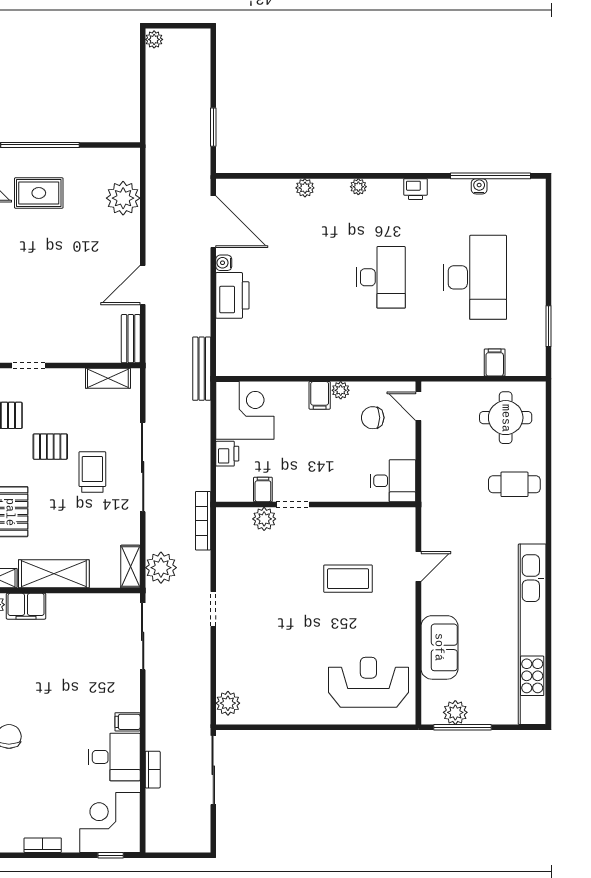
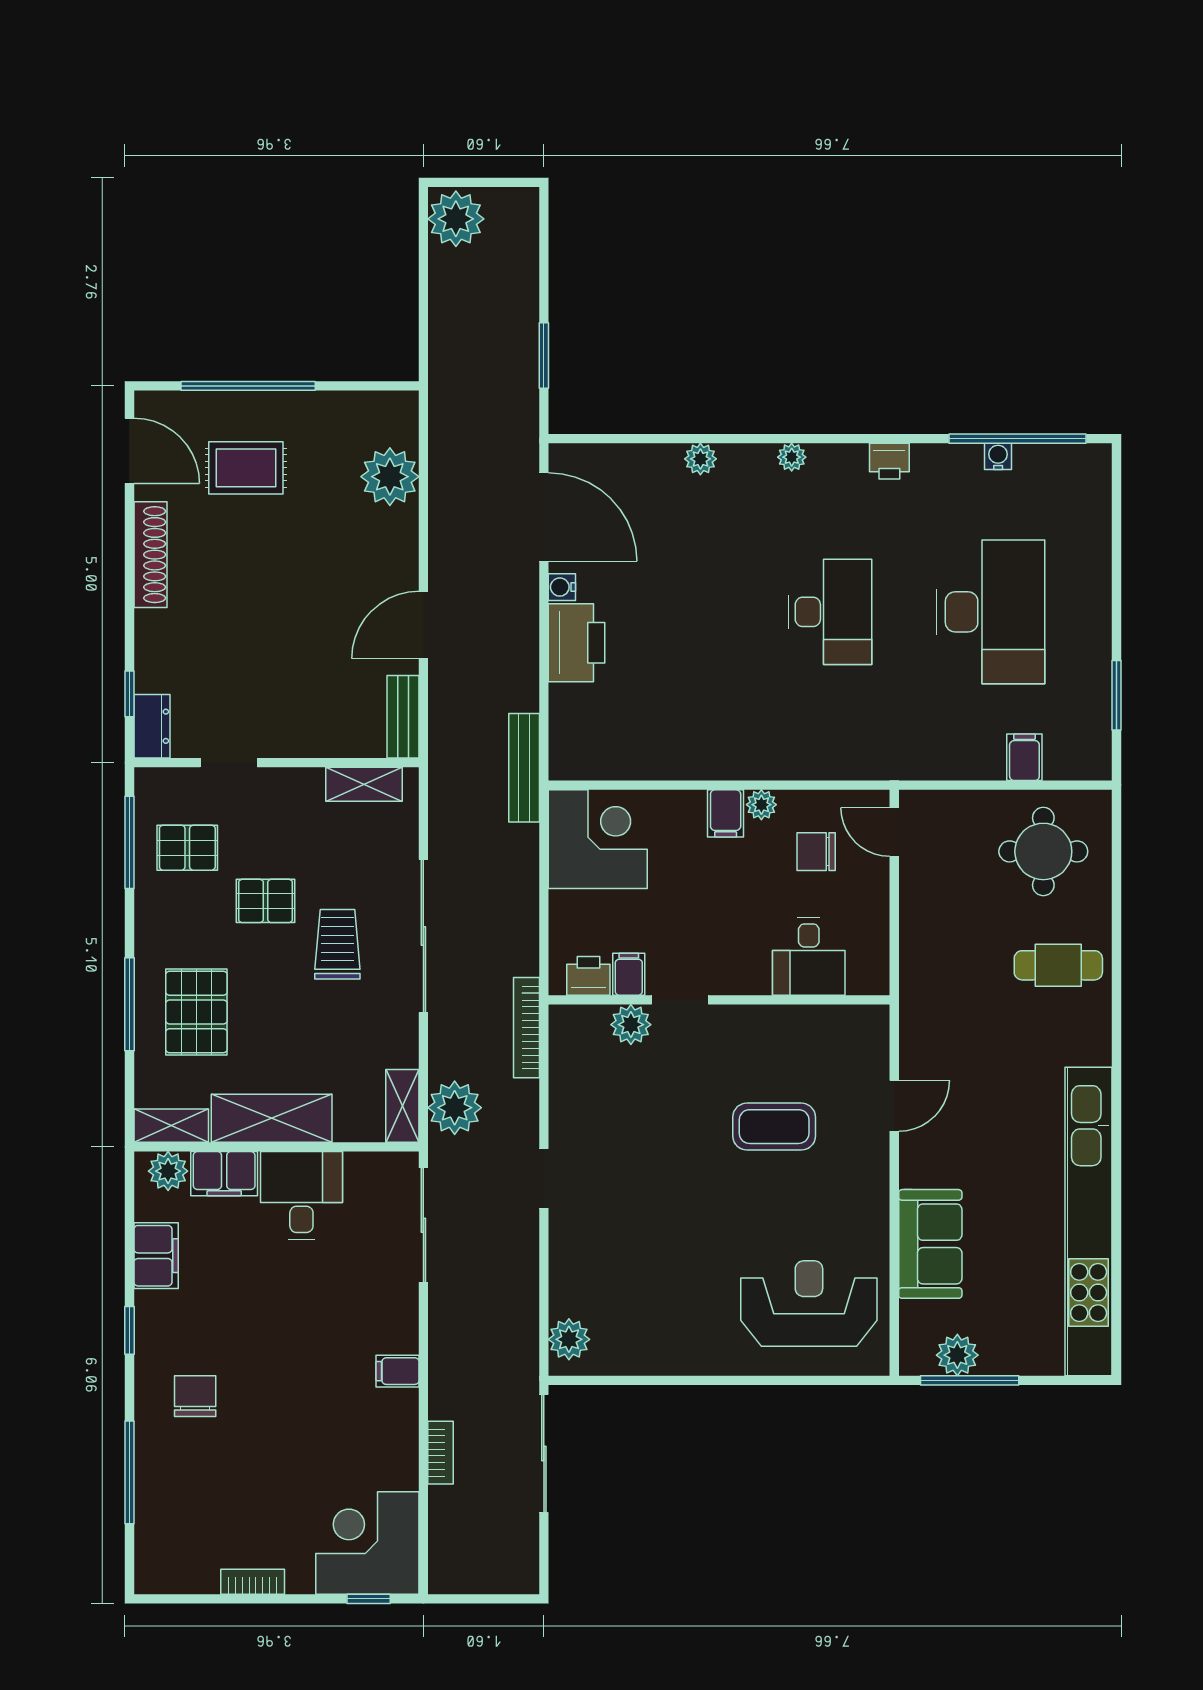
plant: (154, 39) -> (456, 219), width x1.87, depth x1.87
printer: (227, 454) -> (588, 976), moved, turned -90
desk: (393, 481) -> (809, 956), moved, turned 90
desk: (114, 757) -> (301, 1196), moved, turned -90

